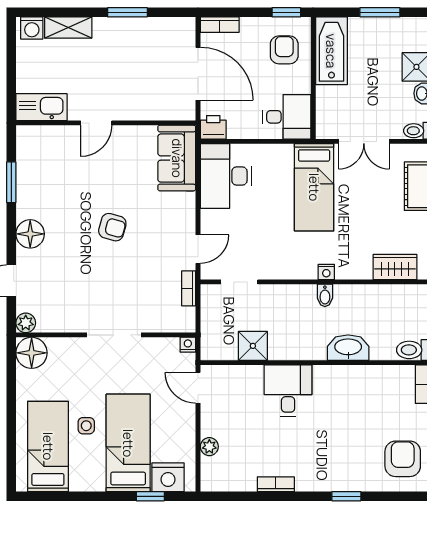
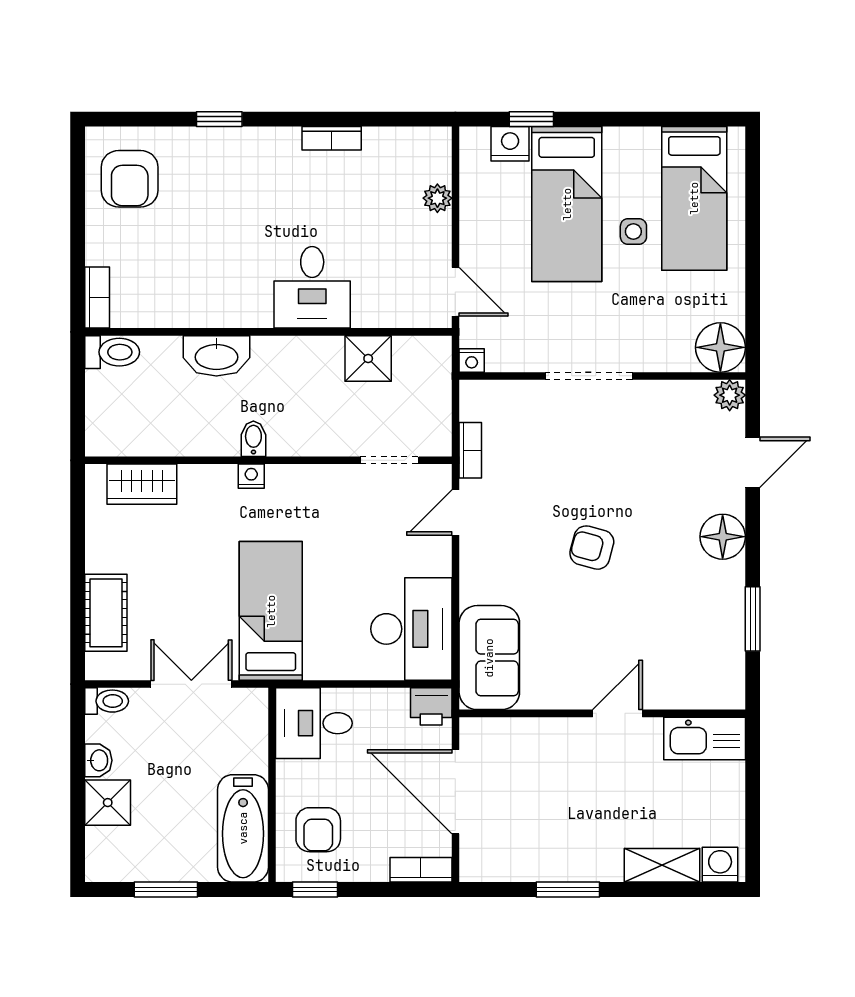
nightstand: (168, 477) -> (510, 144), width x0.74, depth x0.75

